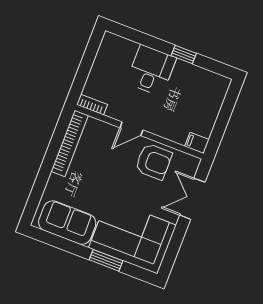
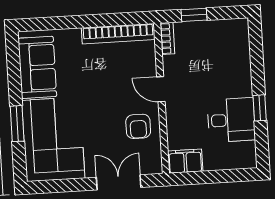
desk: (151, 70) -> (231, 120), moved
window: (82, 74) -> (194, 15), added
filing cabinet: (197, 143) -> (185, 161), width x2.00
armchair: (154, 162) -> (138, 126), width x0.72, depth x0.72

